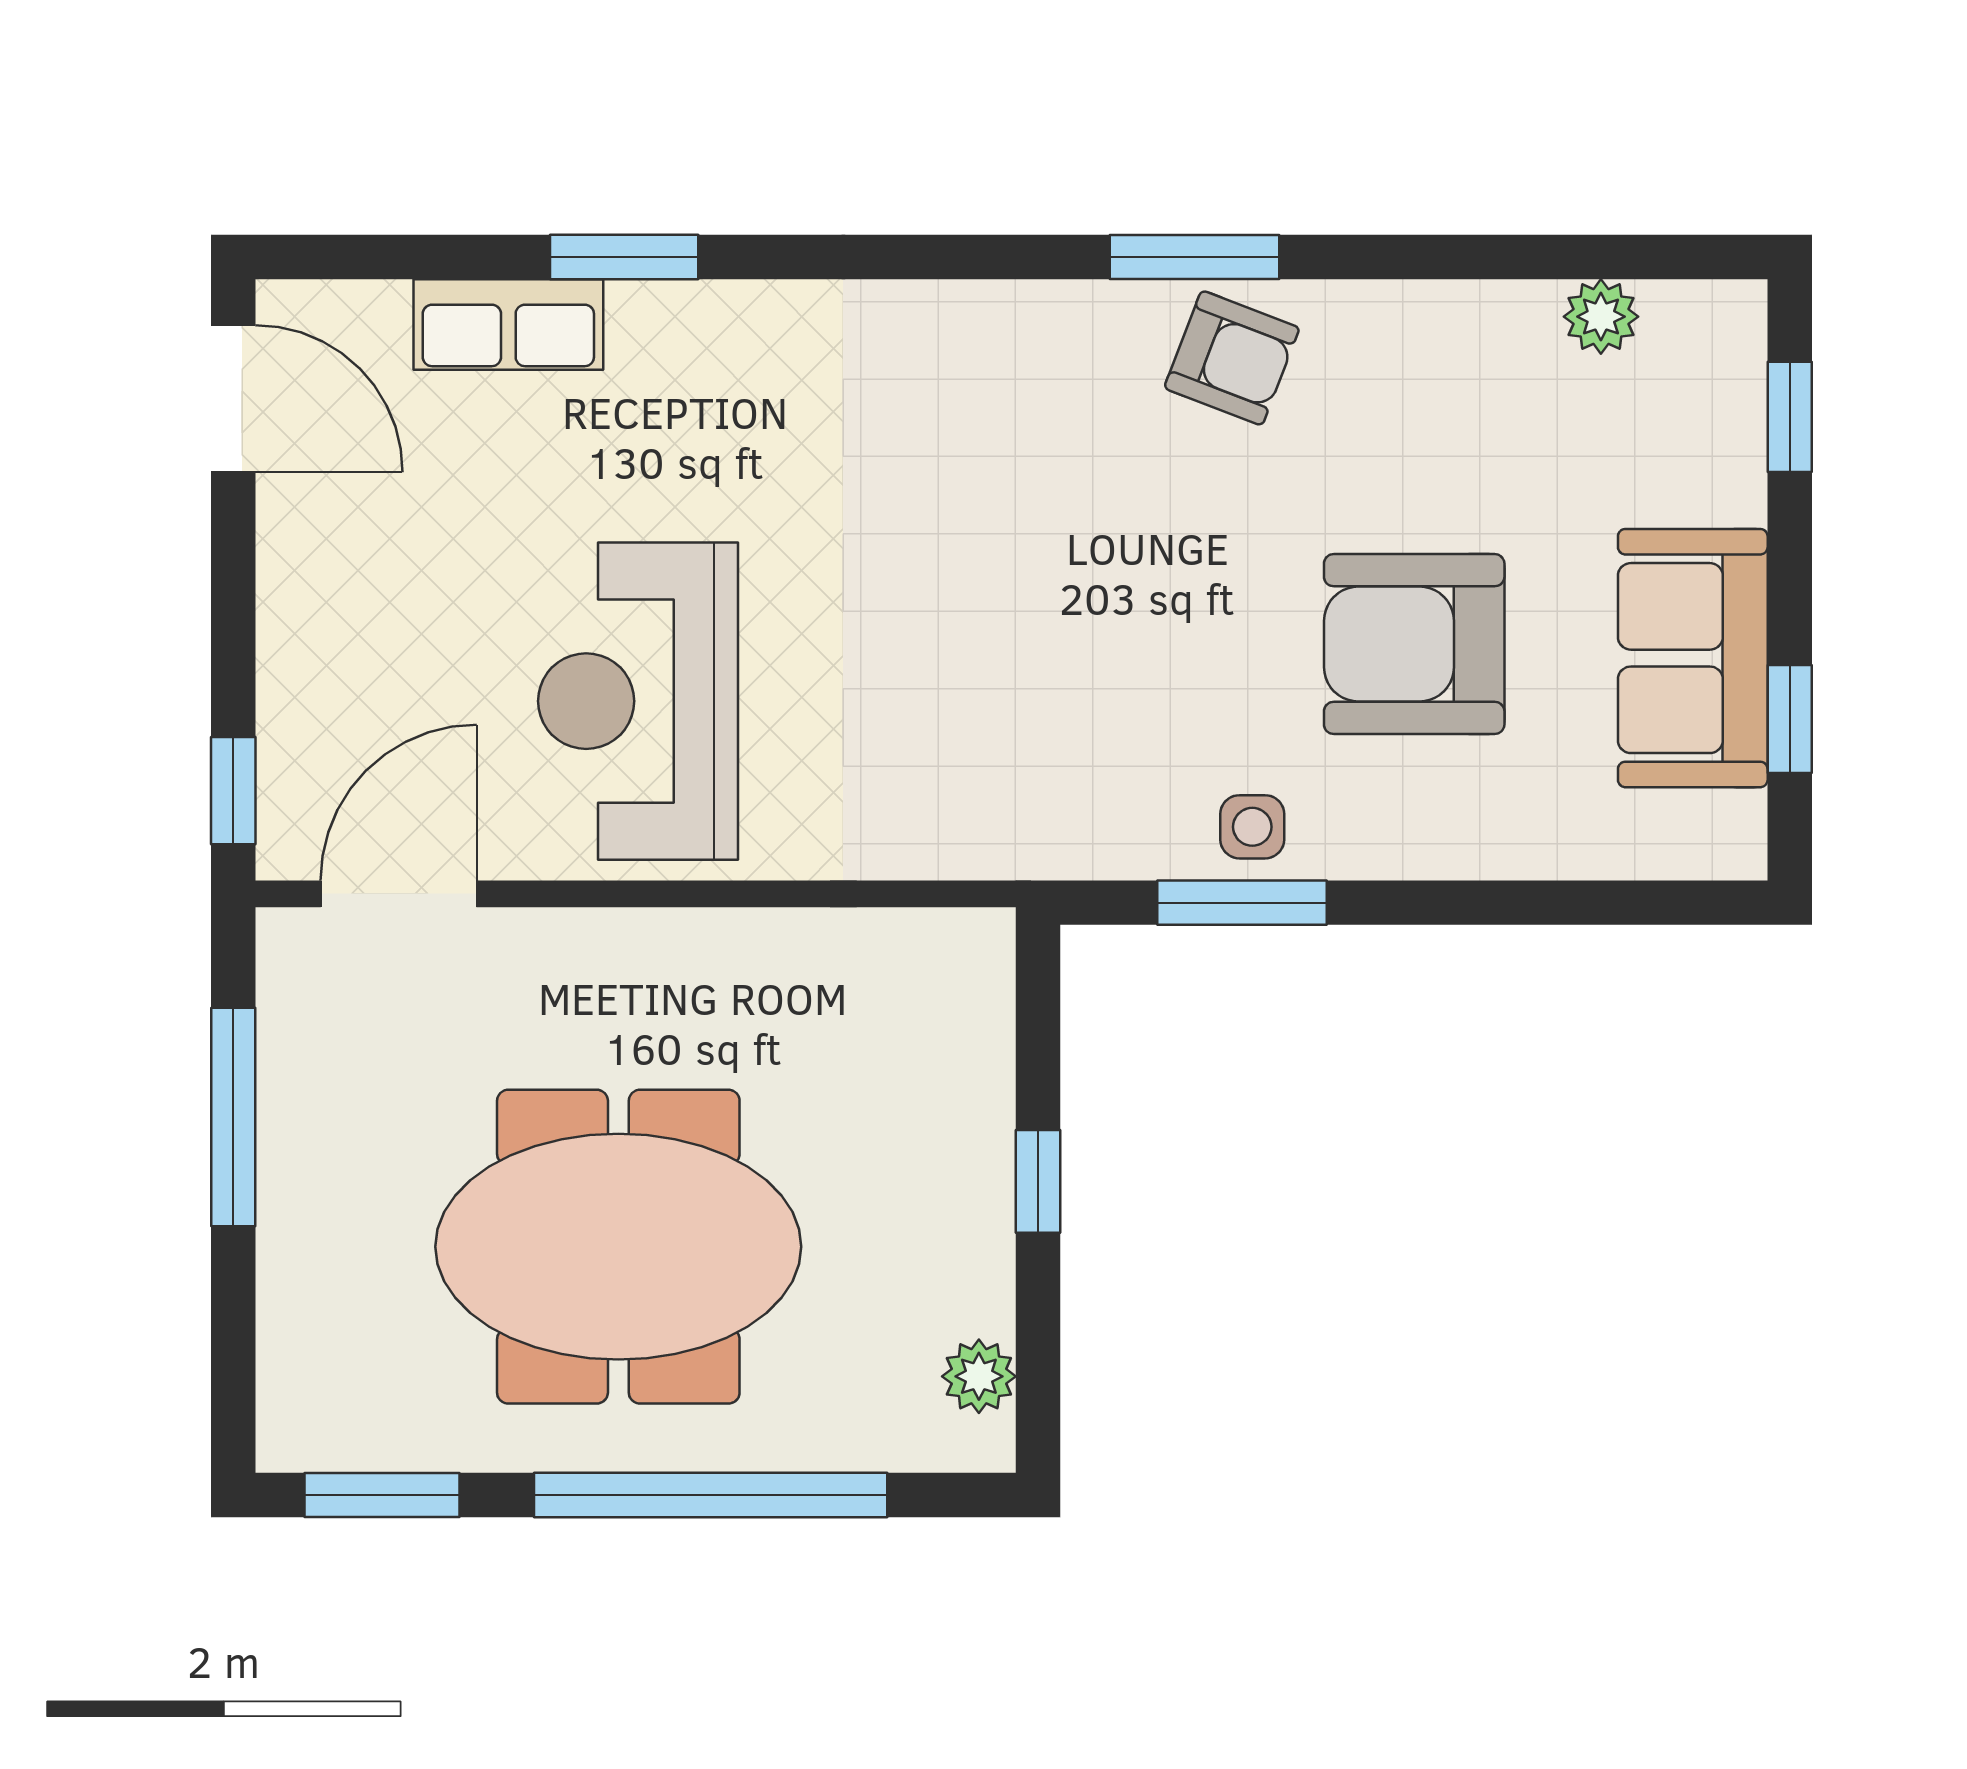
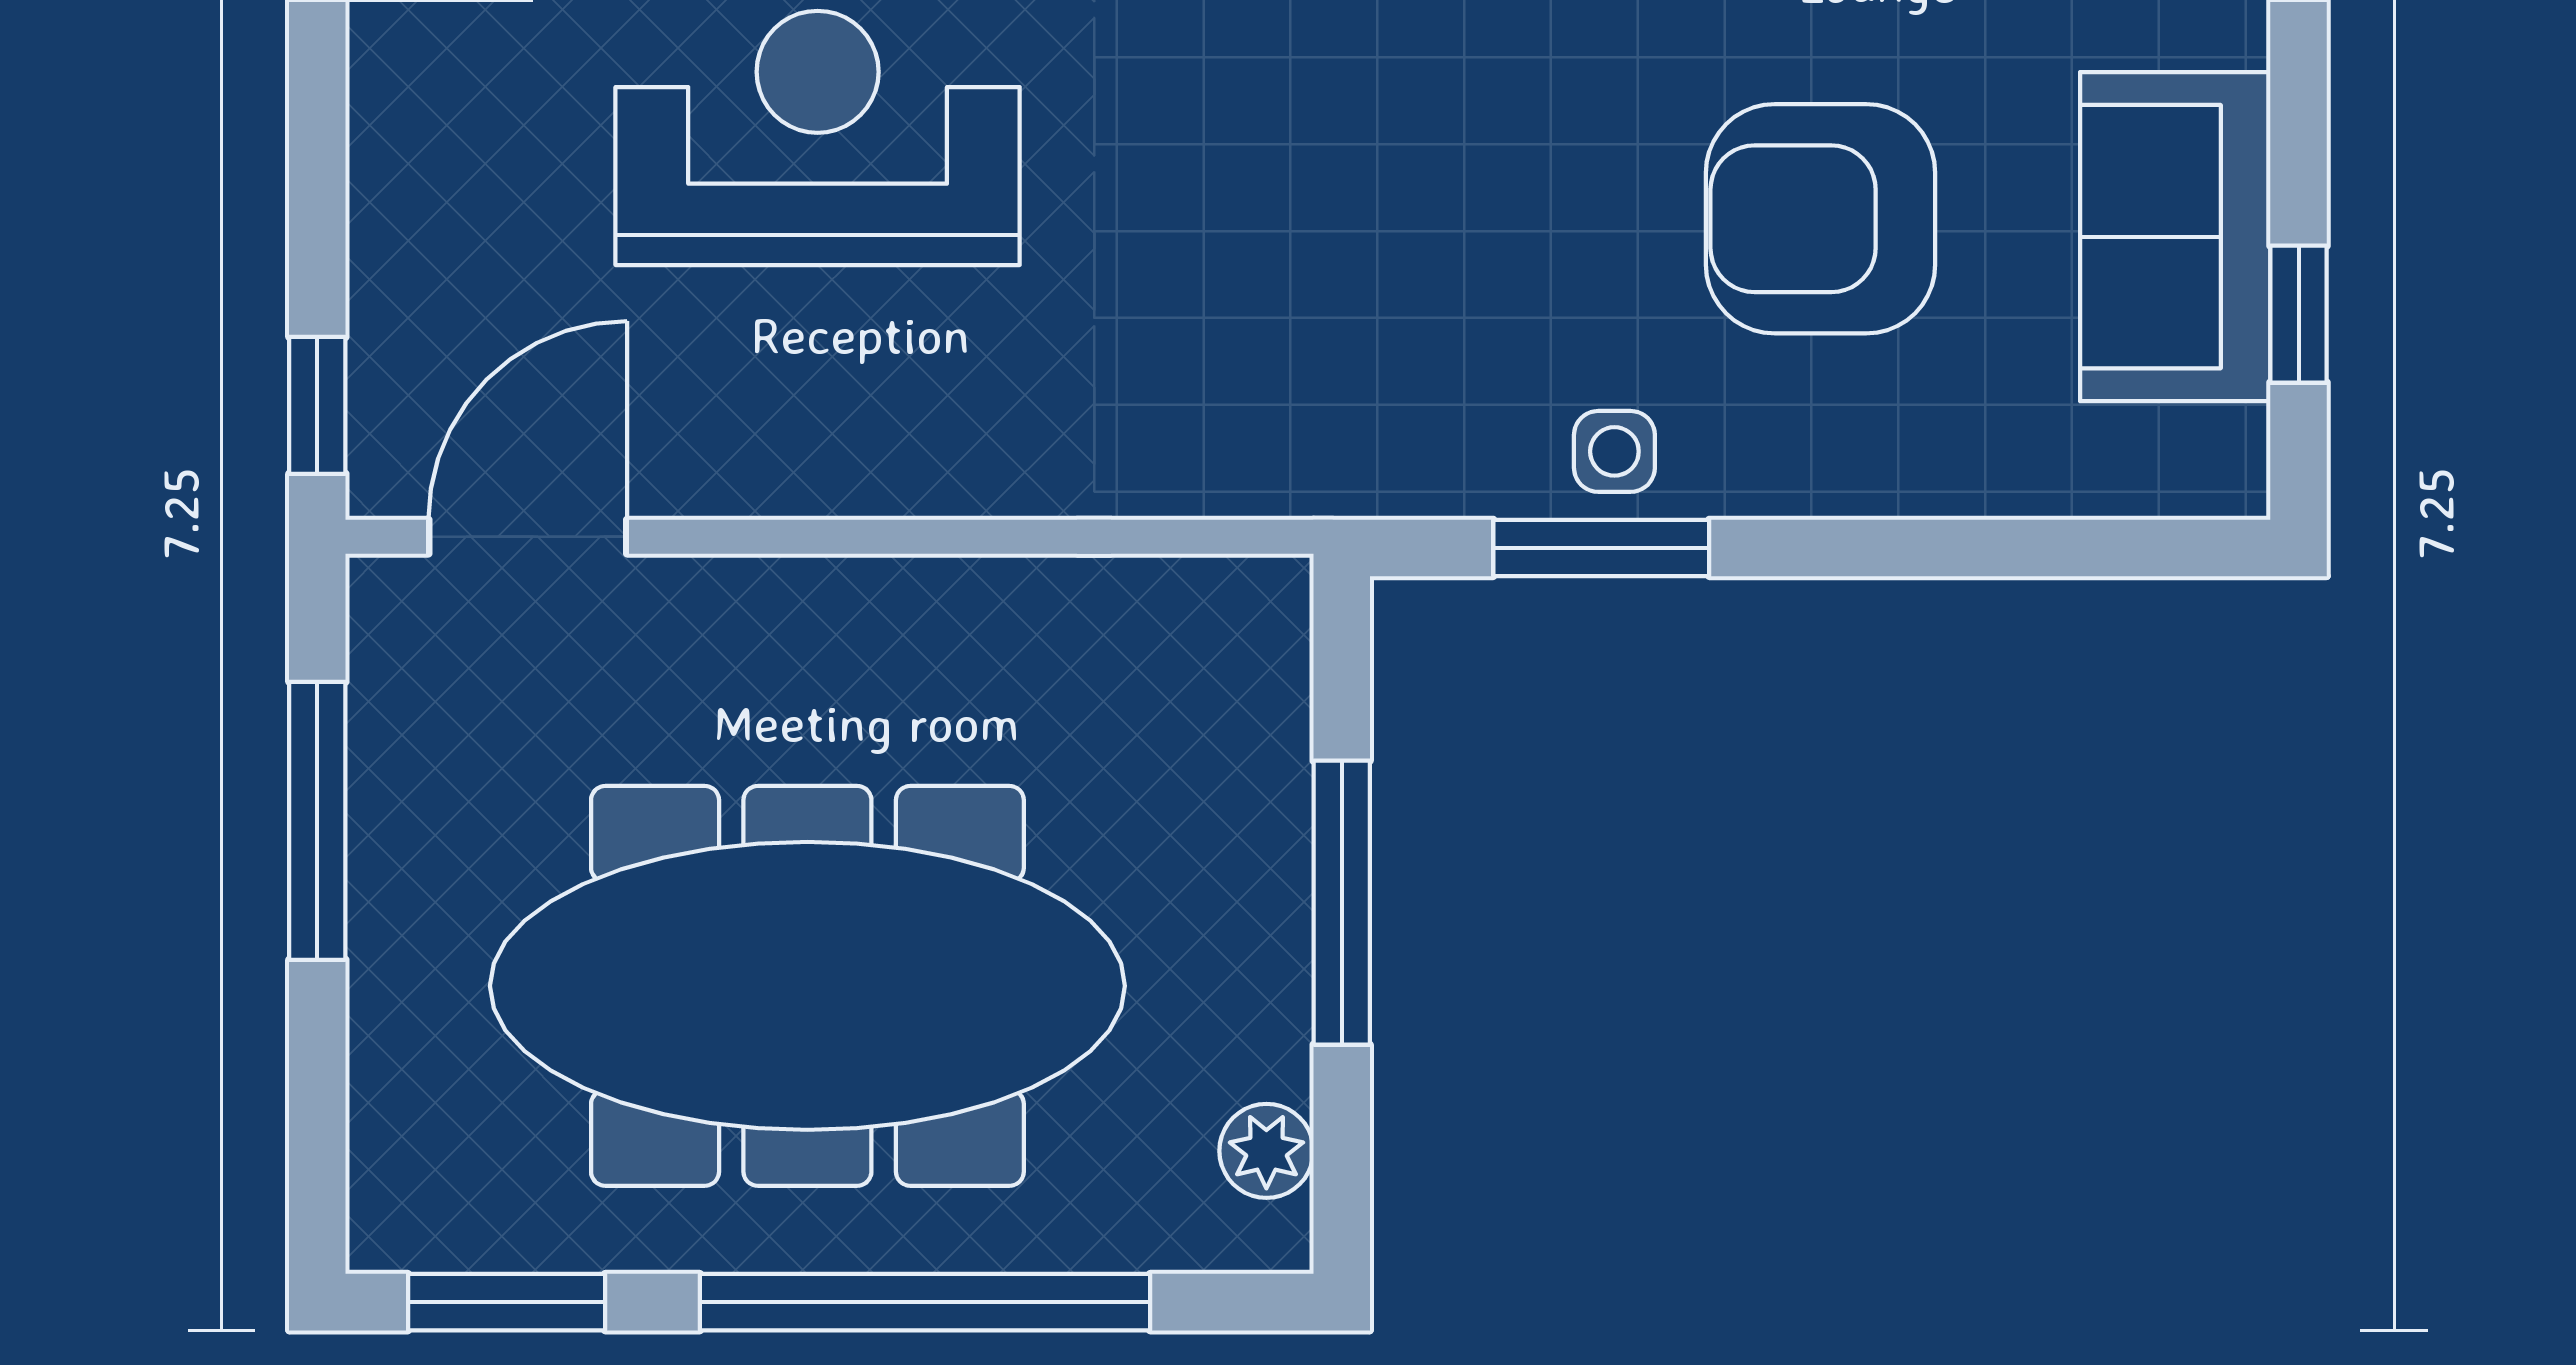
reception desk: (638, 701) -> (818, 138), moved, turned 90
window: (1038, 1181) -> (1342, 903), width x2.17
meeting table: (618, 1247) -> (807, 986), width x1.36

